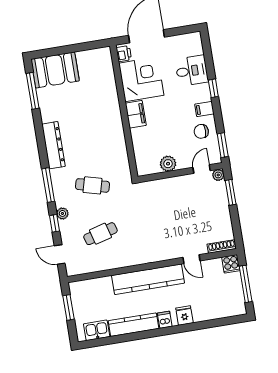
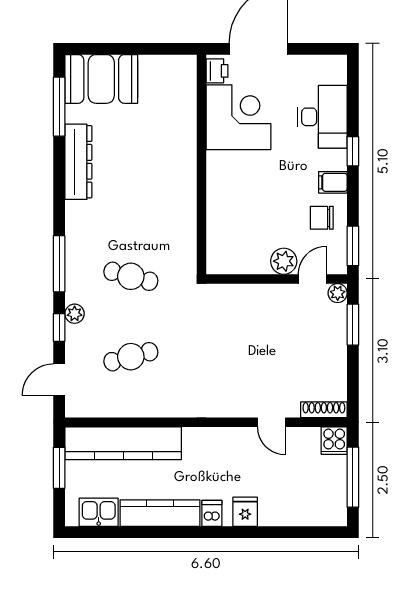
desk: (192, 71) -> (322, 117), width x1.37
filing cabinet: (136, 114) -> (220, 173), removed
dresser: (53, 145) -> (78, 162), moved
plant: (168, 164) -> (284, 261), moved
door: (60, 255) -> (59, 380), hinge flipped
kitchen counter: (148, 279) -> (123, 443), moved

